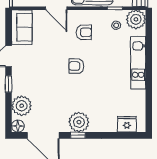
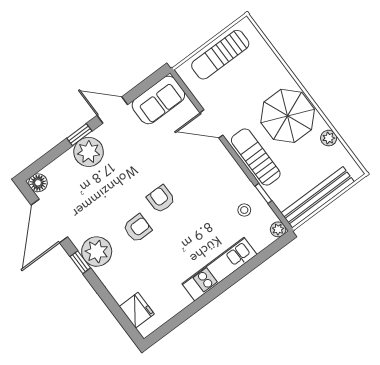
door: (56, 8) -> (211, 124), hinge flipped
plant: (136, 19) -> (278, 229), width x0.53, depth x0.53
armchair: (84, 32) -> (137, 228), moved, turned -90
plant: (22, 106) -> (89, 152), moved

